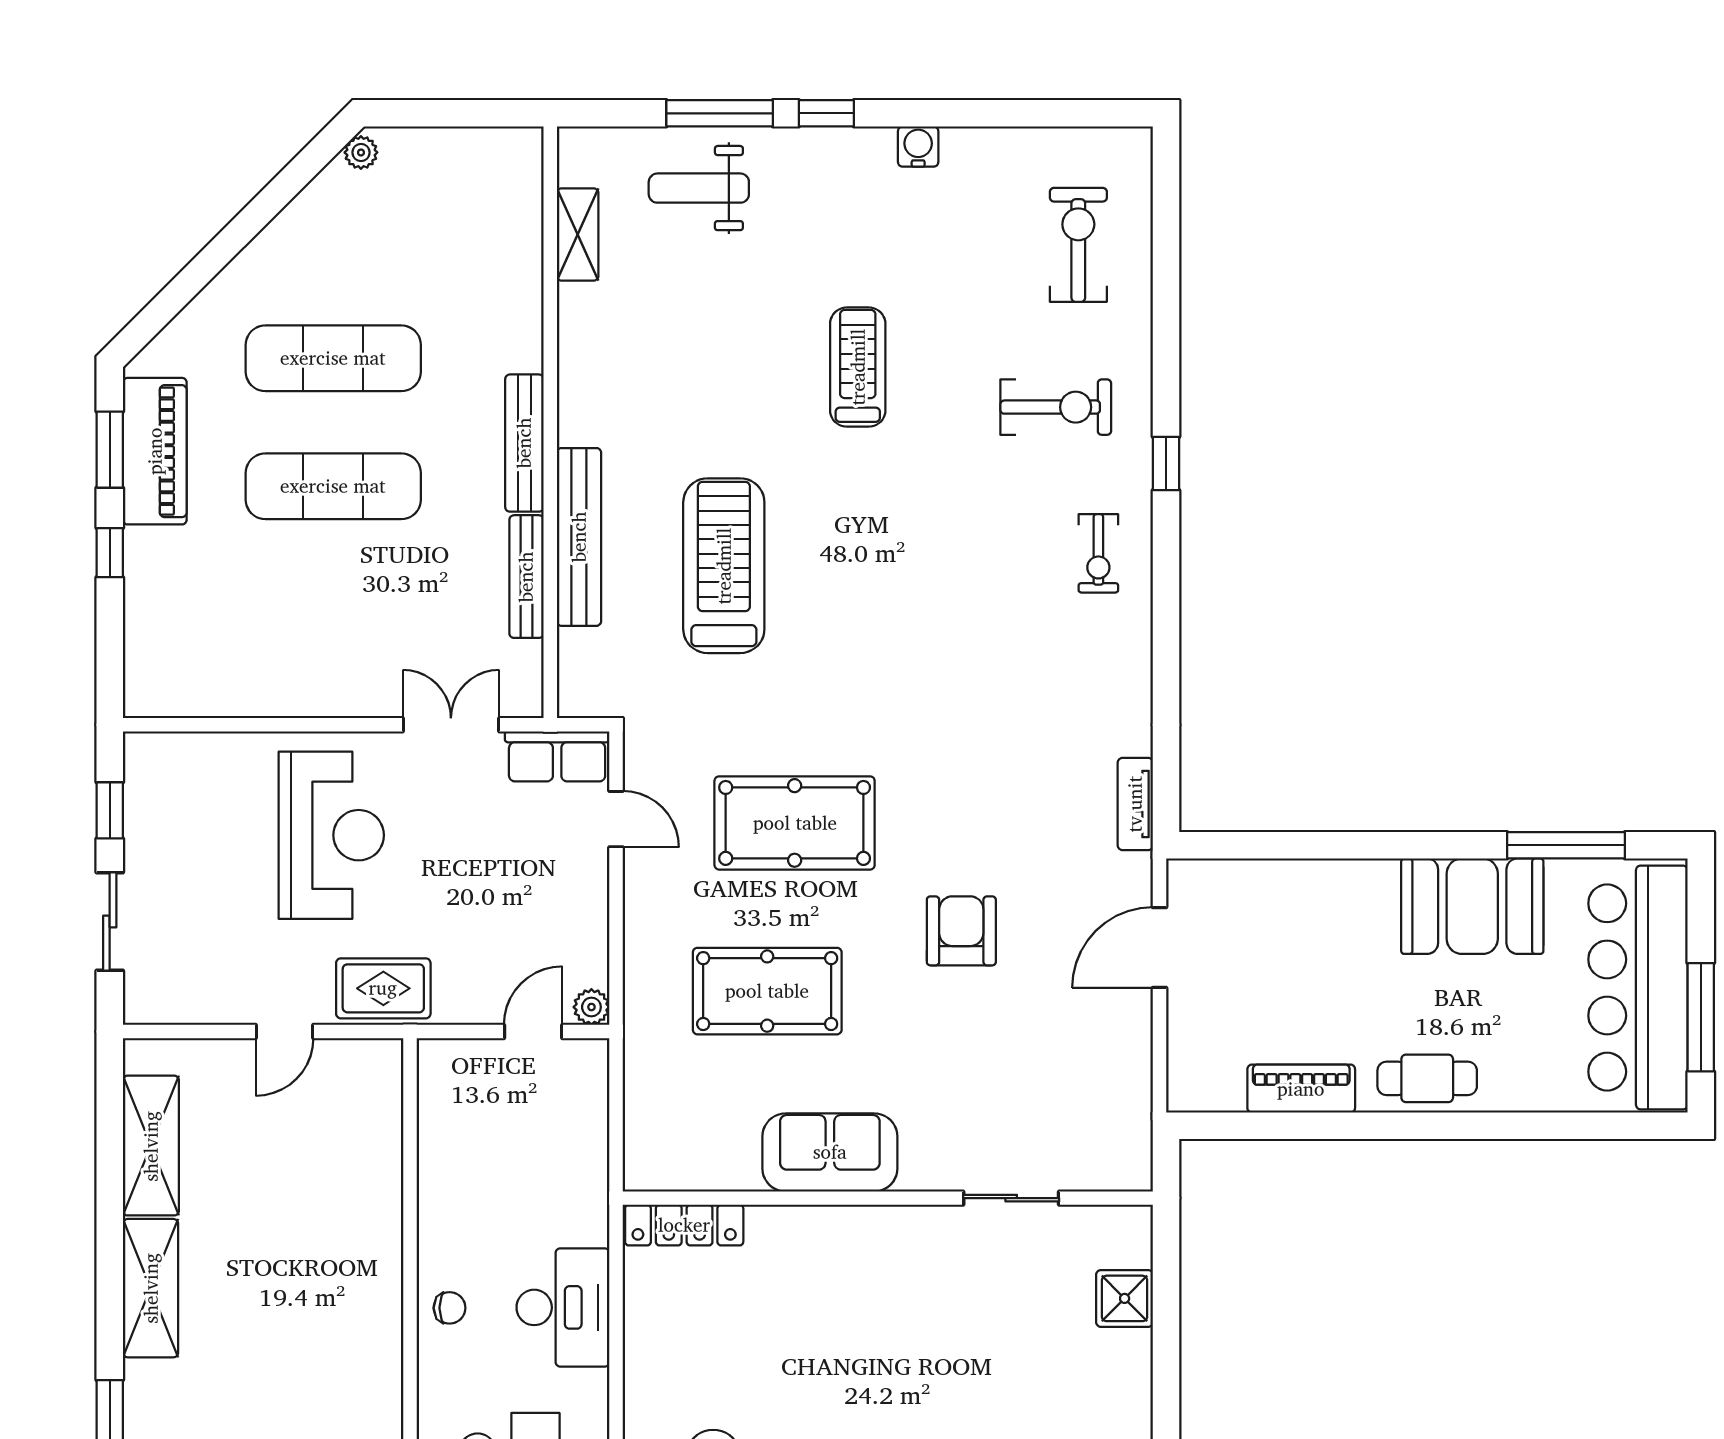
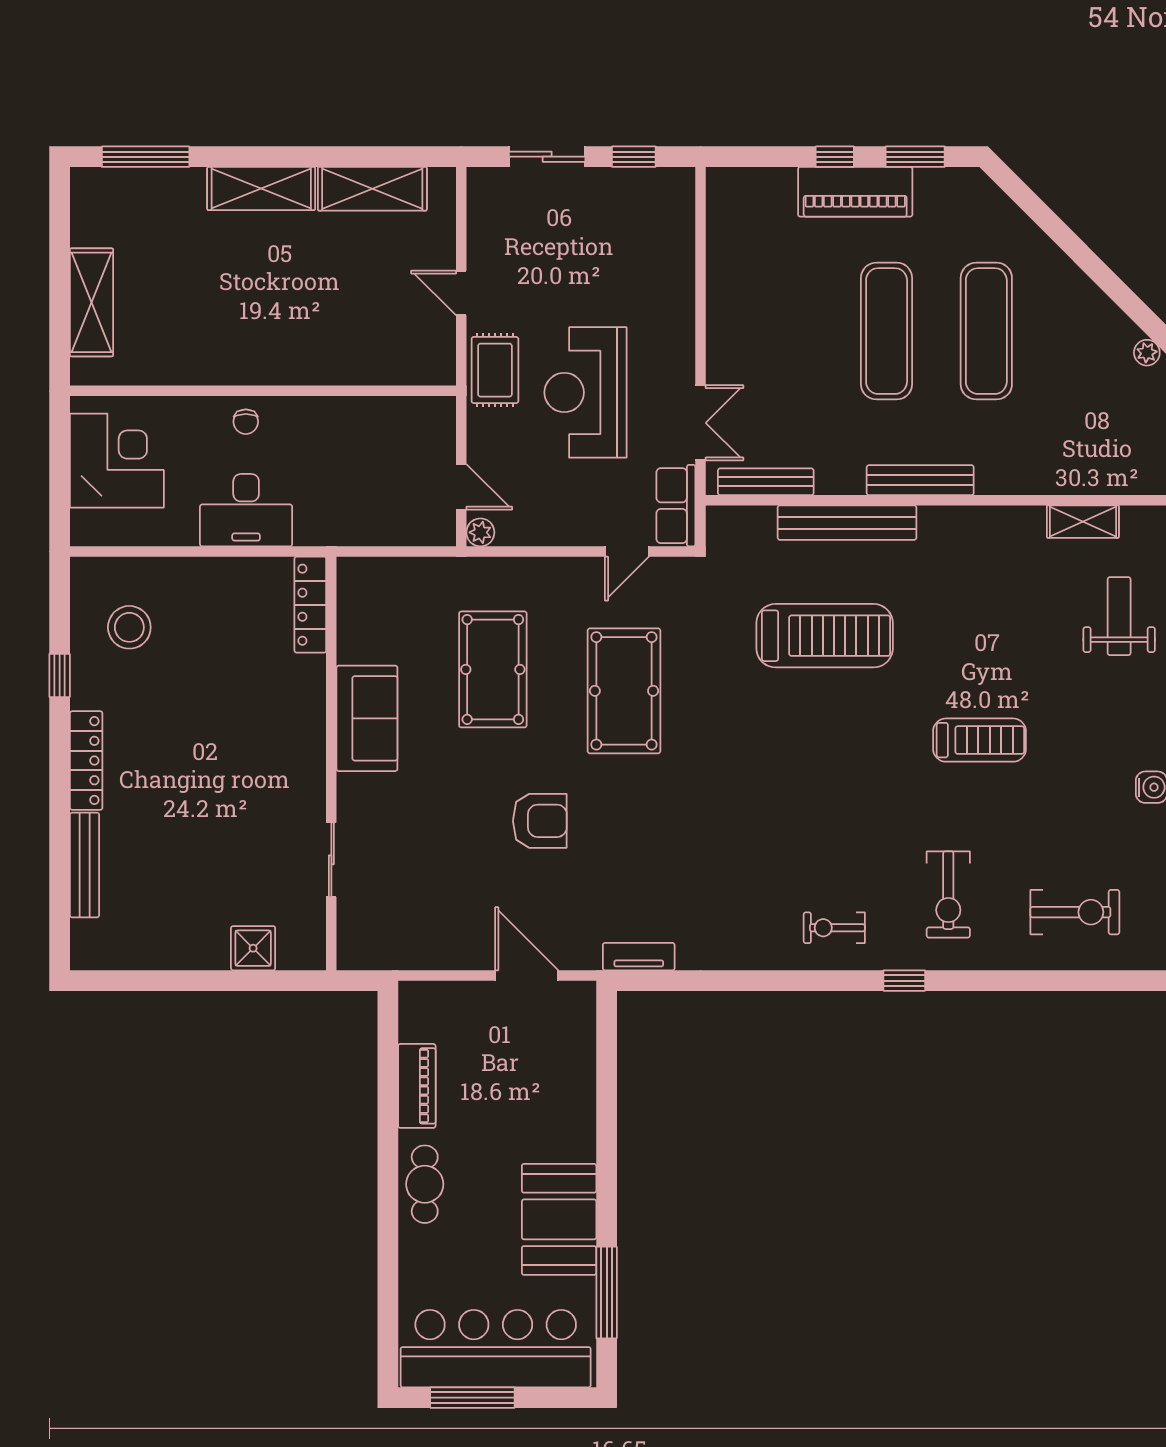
piano: (155, 451) -> (855, 192), moved
bench: (526, 577) -> (766, 482), moved
reception desk: (331, 835) -> (586, 392), moved, turned 90

